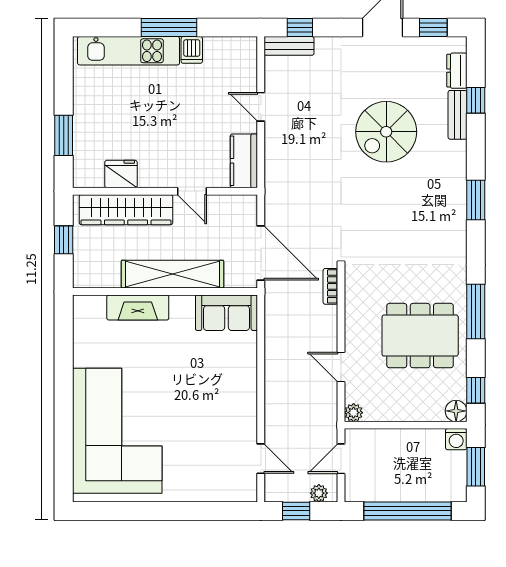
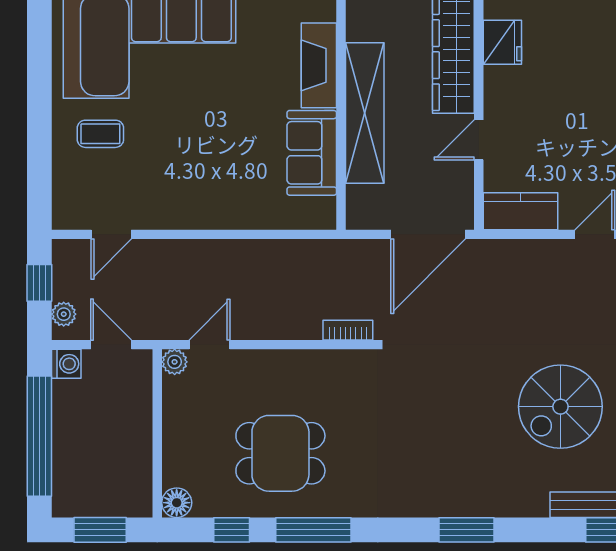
spiral stairs: (386, 132) -> (560, 407), turned -90
door: (261, 253) -> (428, 234), moved
sofa: (226, 313) -> (312, 153), moved
dining table: (420, 336) -> (280, 453), width x0.73
door: (341, 367) -> (210, 345), moved
window: (476, 390) -> (232, 530), moved
washing machine: (456, 439) -> (66, 364), moved, turned 180
coffee table: (188, 467) -> (100, 134), added

